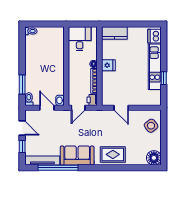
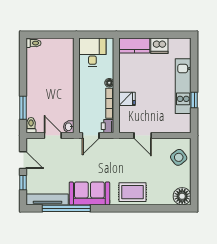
dishwasher: (155, 36) -> (159, 46), moved, turned -90
fridge: (108, 65) -> (127, 99), moved

